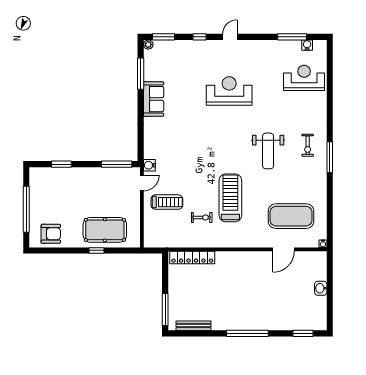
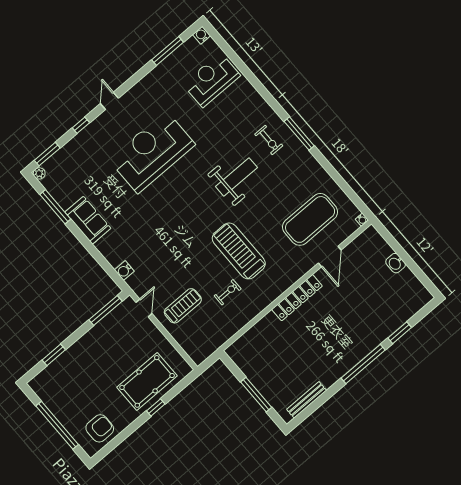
water cooler: (307, 45) -> (202, 35), moved
reception desk: (229, 91) -> (152, 152), width x1.36, depth x1.30
weight bench: (268, 151) -> (236, 177), turned -90
water cooler: (149, 165) -> (124, 271), moved
locker: (192, 257) -> (297, 298), moved
window: (165, 310) -> (256, 395), moved
window: (303, 333) -> (400, 333), moved

